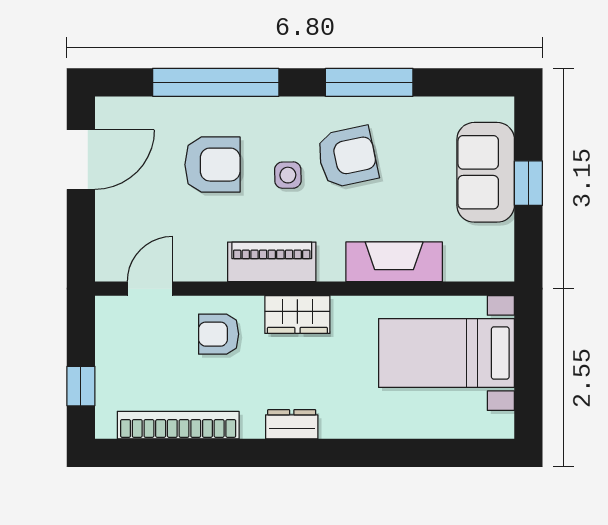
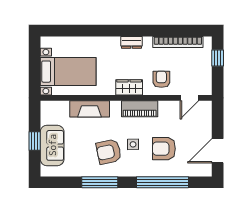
armchair: (219, 334) -> (161, 79), turned -90

